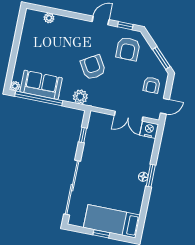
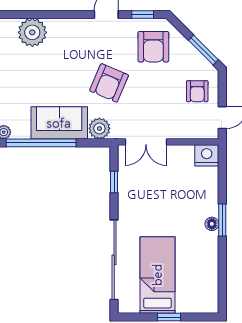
plant: (49, 18) -> (32, 32), width x1.87, depth x1.87
armchair: (93, 67) -> (109, 83), turned -126
sofa: (41, 85) -> (59, 123), moved
double door: (129, 116) -> (146, 142), moved
bed: (112, 221) -> (157, 275), moved, turned 90

